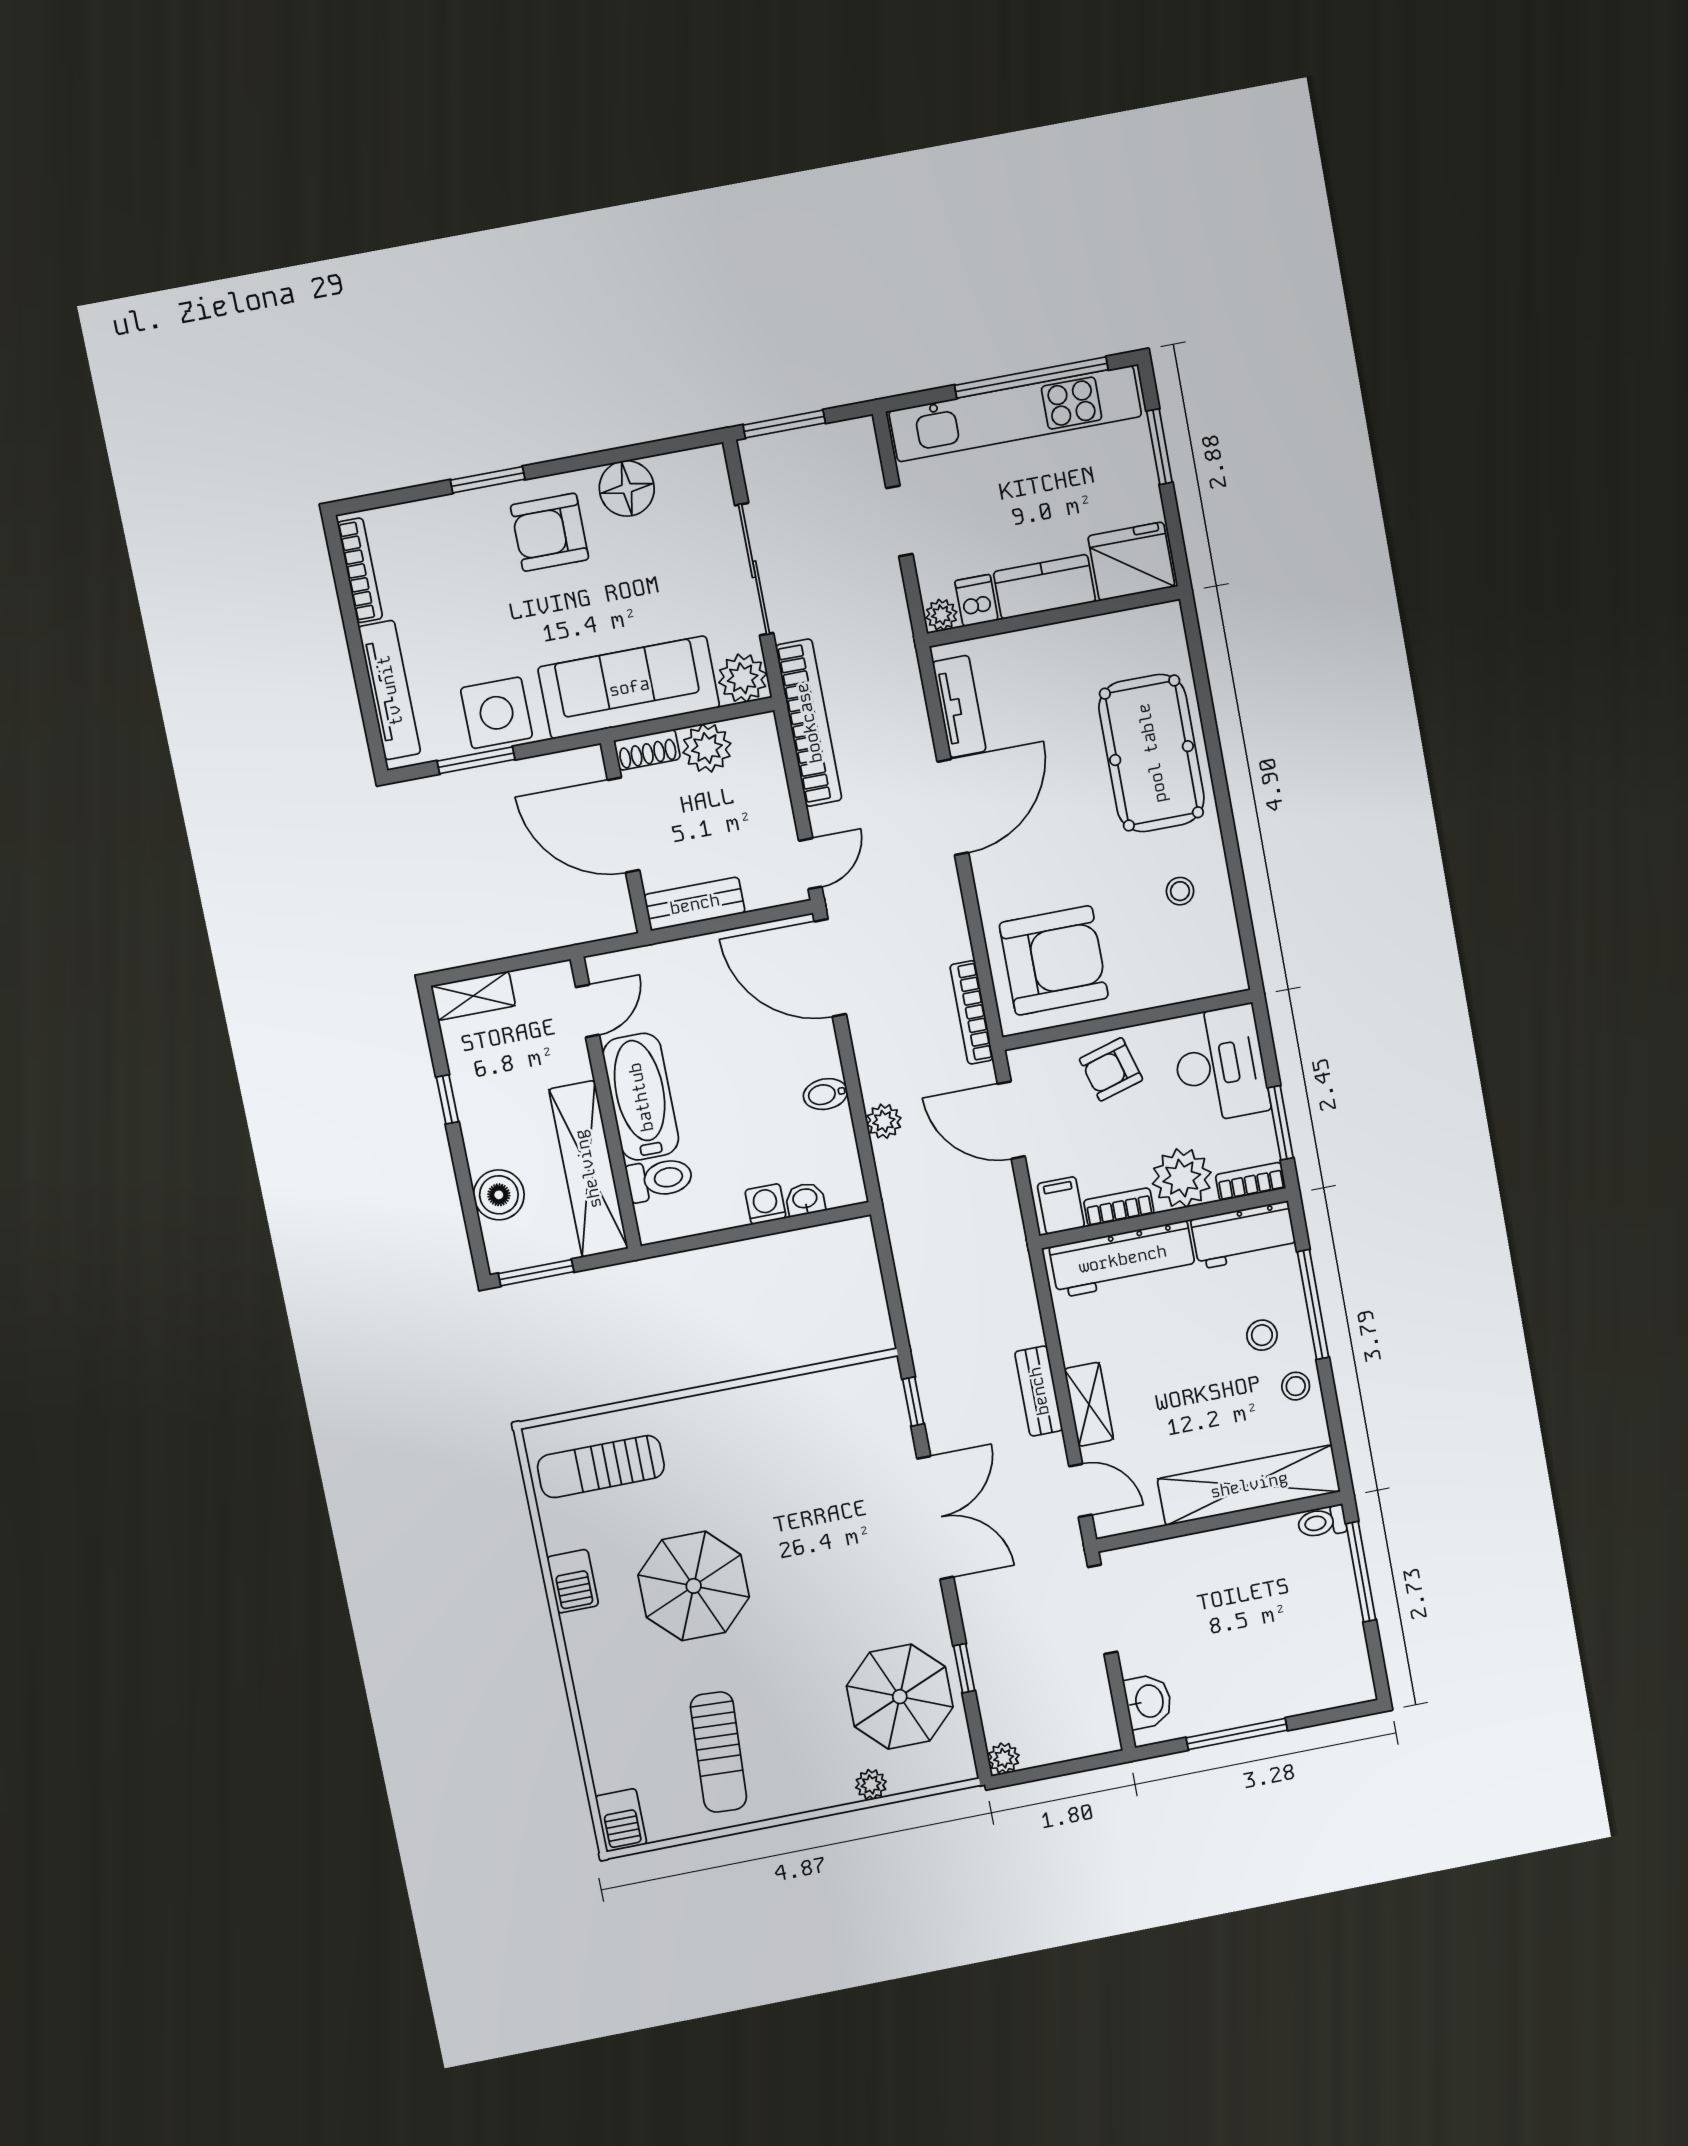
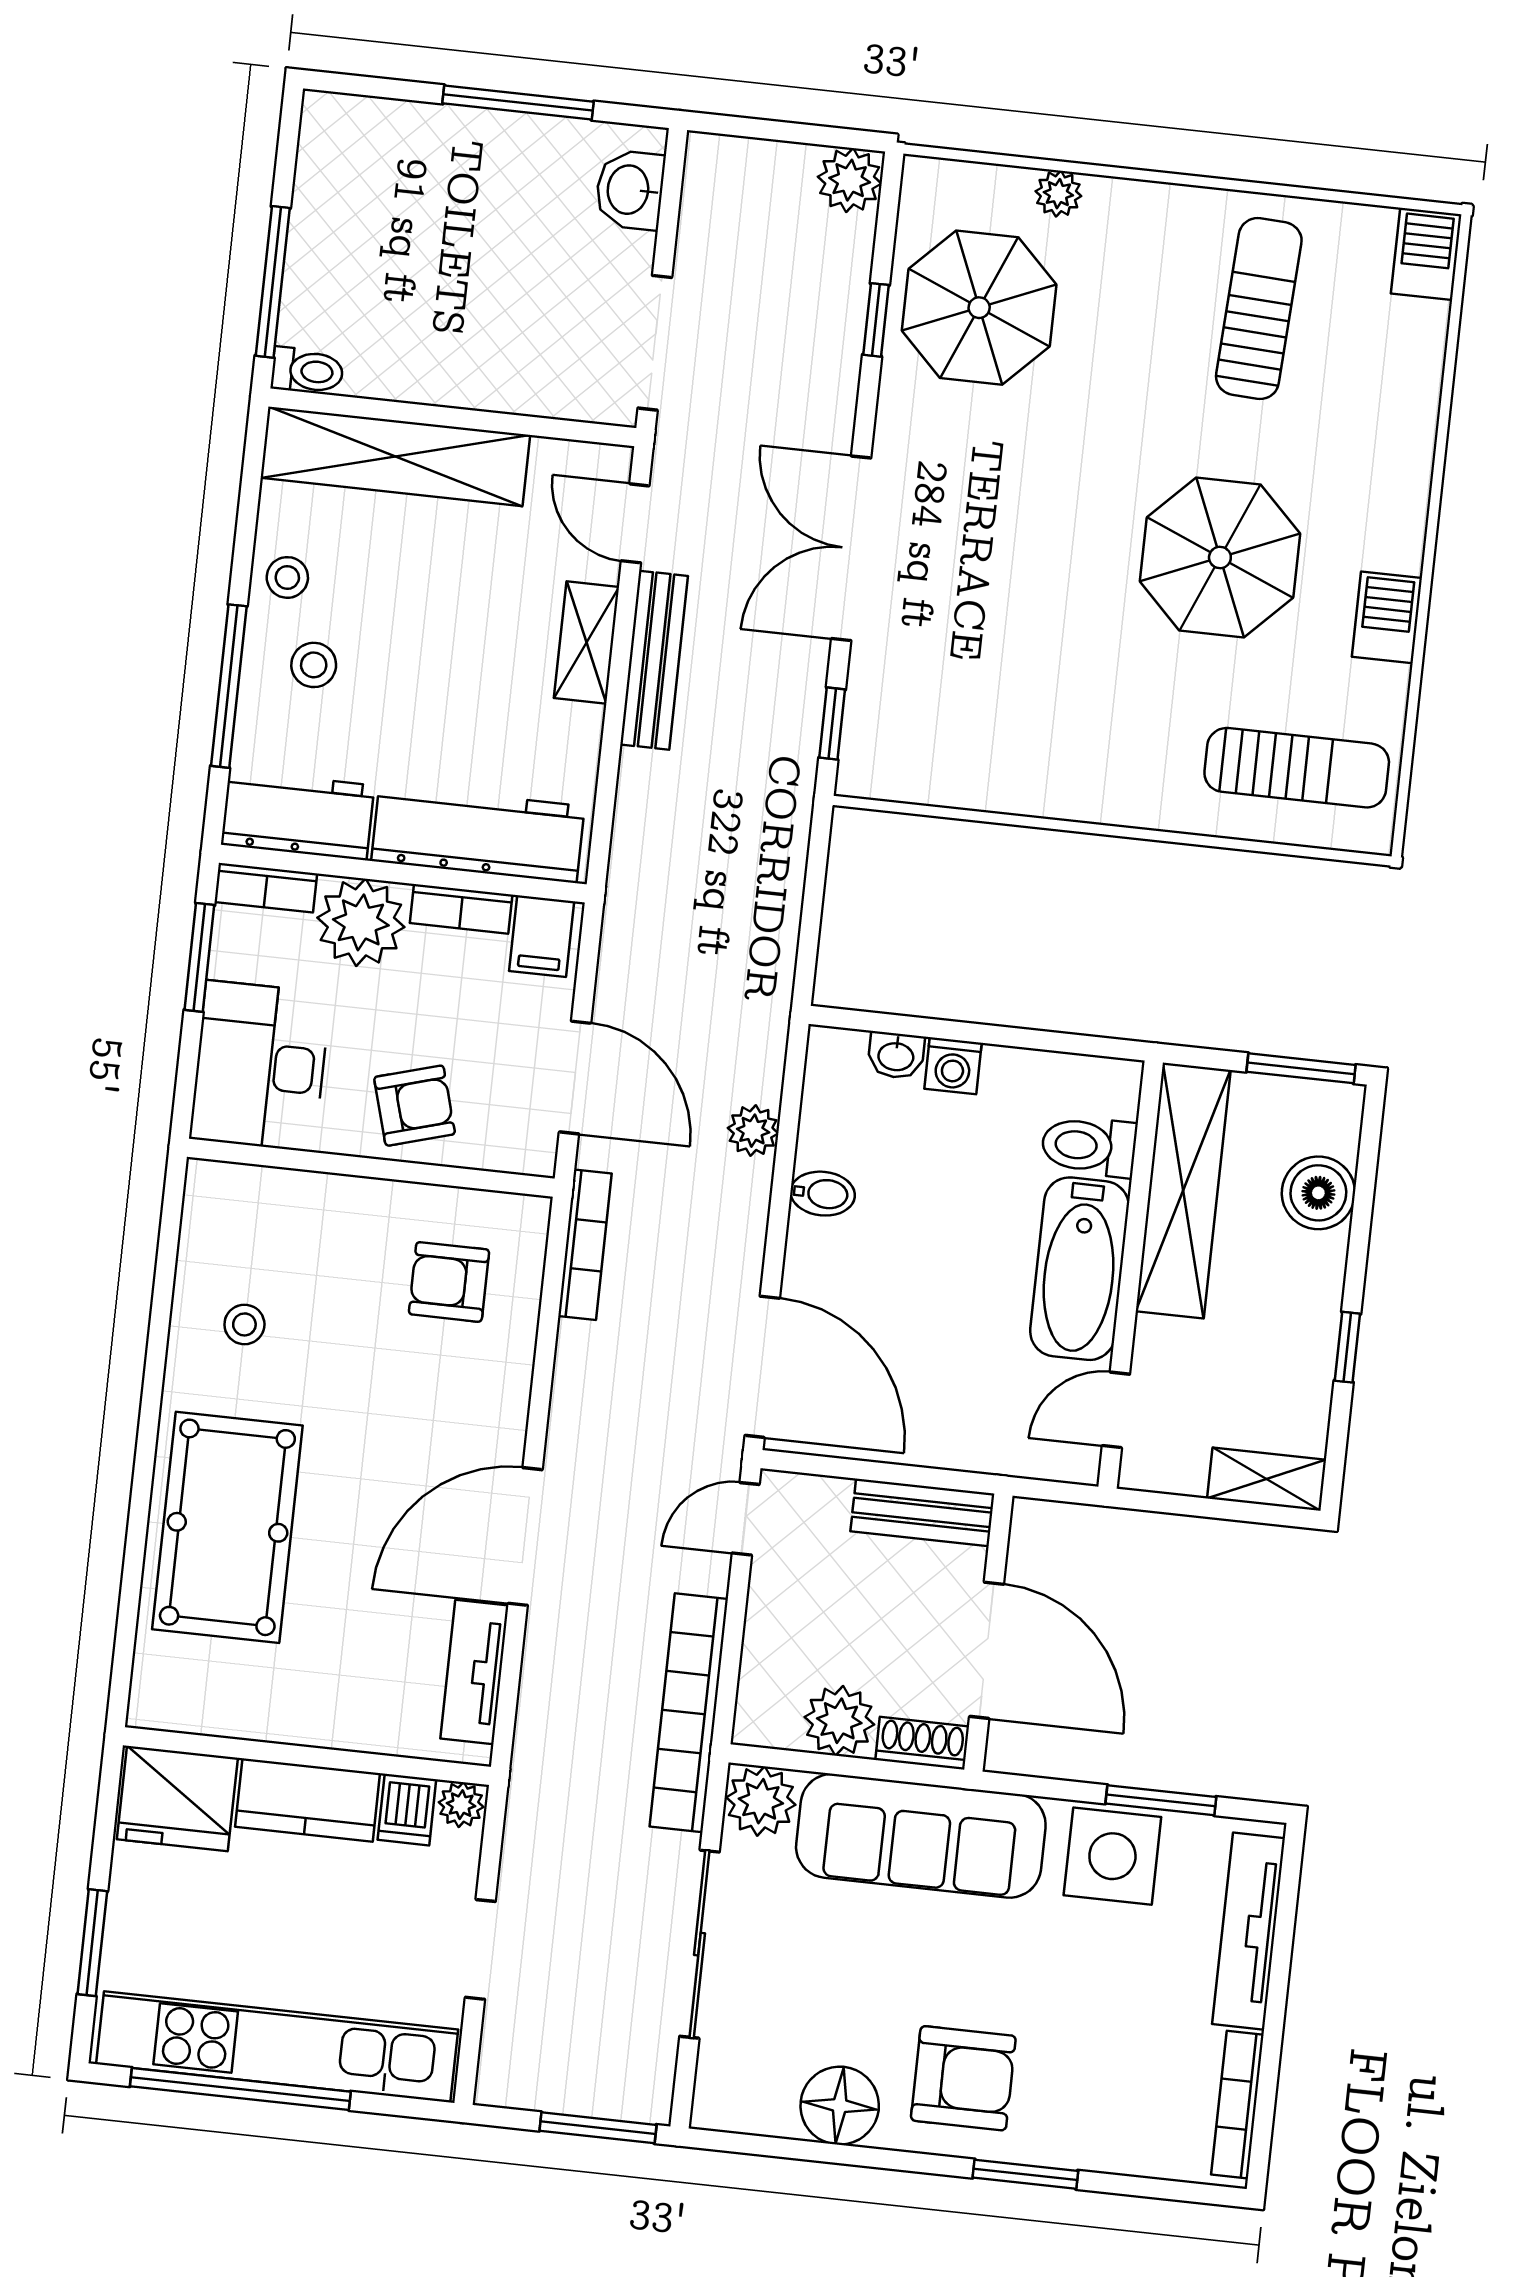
armchair: (1054, 960) -> (449, 1282), width x0.53, depth x0.53
bench: (1039, 1391) -> (654, 660), width x1.36
plant: (1004, 1758) -> (850, 180), width x1.38, depth x1.38

